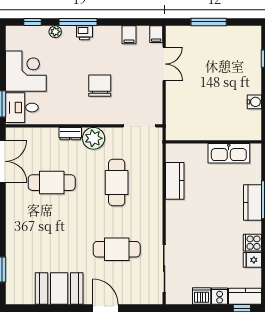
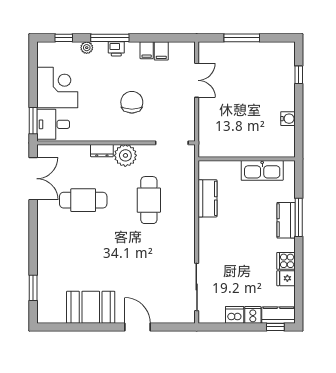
filing cabinet: (156, 34) -> (147, 50), moved
cafe table: (117, 249) -> (149, 267), removed

